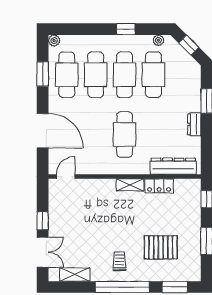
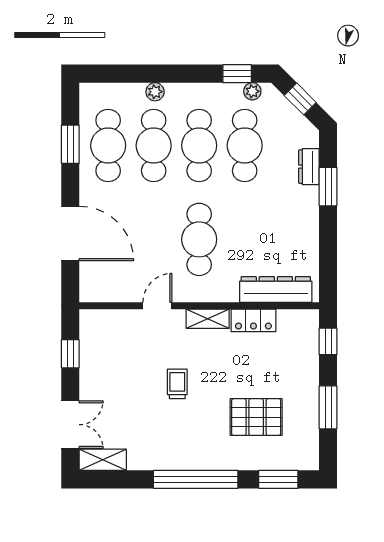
window: (126, 29) -> (237, 74), moved
plant: (54, 41) -> (155, 92), moved
dresser: (194, 124) -> (309, 167), moved
door: (66, 177) -> (157, 306), moved
window: (43, 221) -> (70, 354), moved
trolley: (119, 261) -> (177, 384), moved
shelving: (75, 275) -> (103, 460), moved

